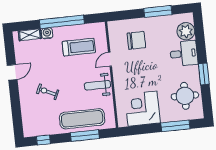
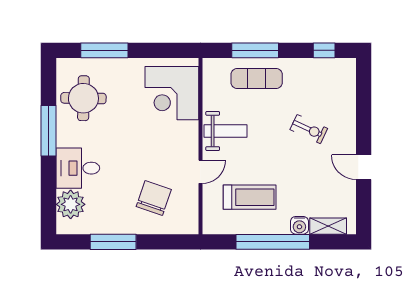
chair: (136, 40) -> (154, 198), turned 109
treadmill: (79, 47) -> (250, 197), turned 180
door: (12, 72) -> (364, 167), hinge flipped
window: (204, 74) -> (49, 131), width x1.44
corner desk: (143, 109) -> (172, 93), moved, turned 90
exercise mat: (82, 119) -> (257, 79), width x0.73, depth x0.69

